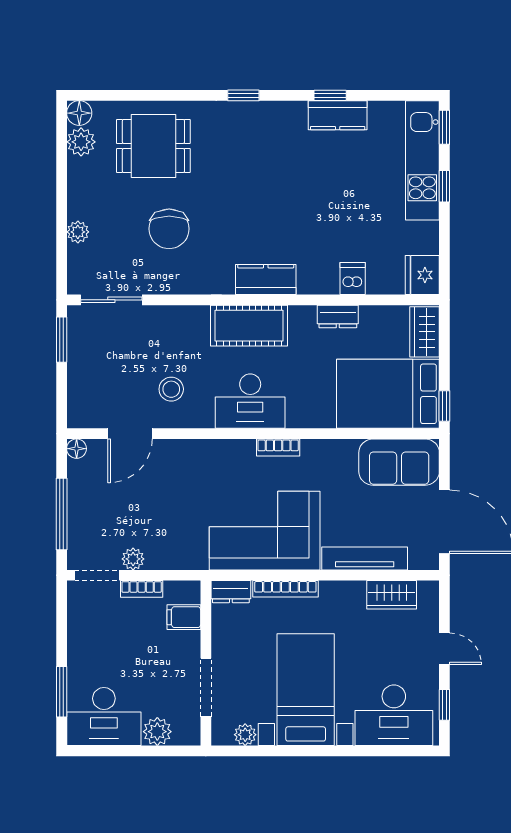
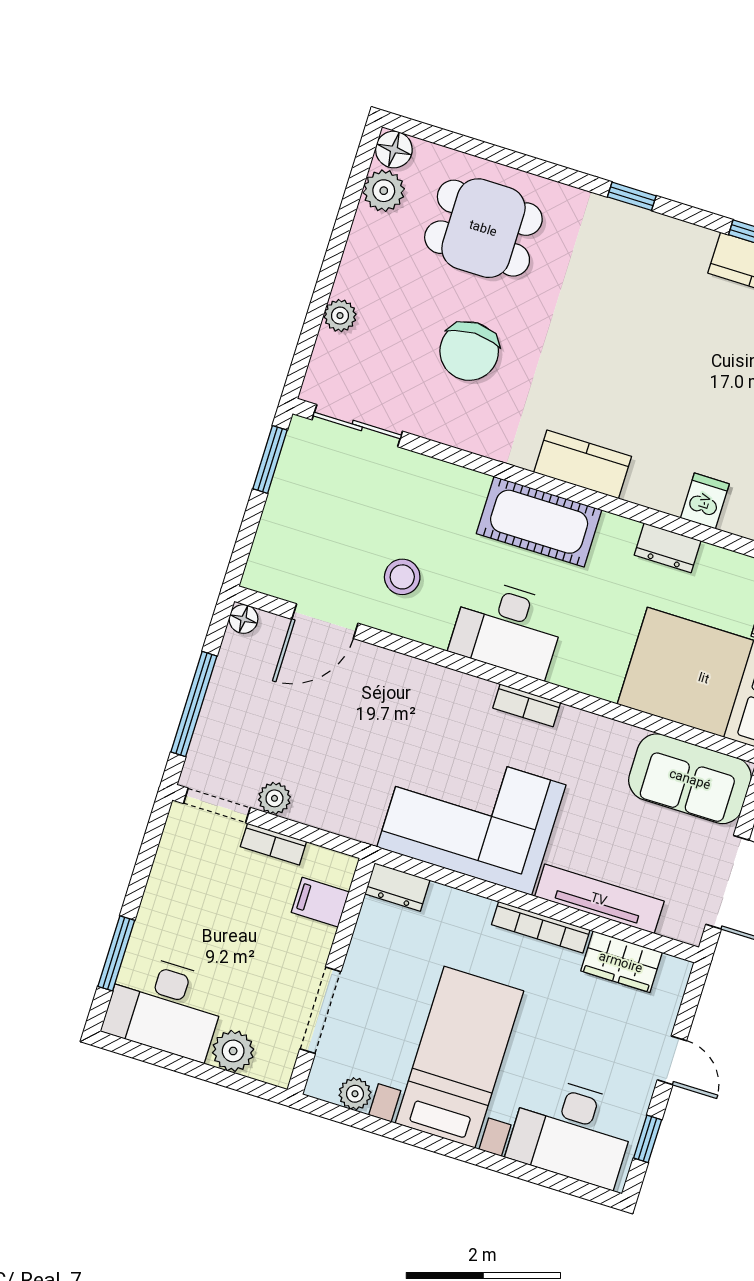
bookcase: (285, 589) -> (541, 927), moved

